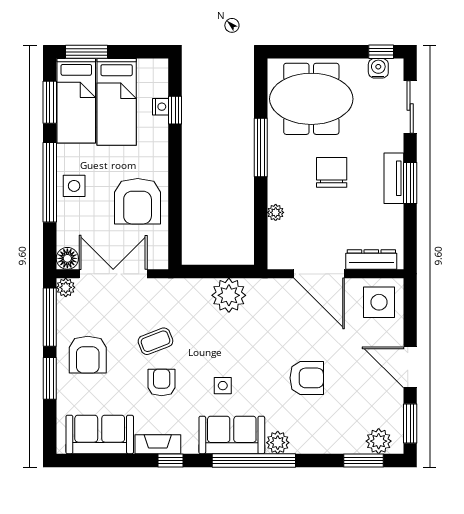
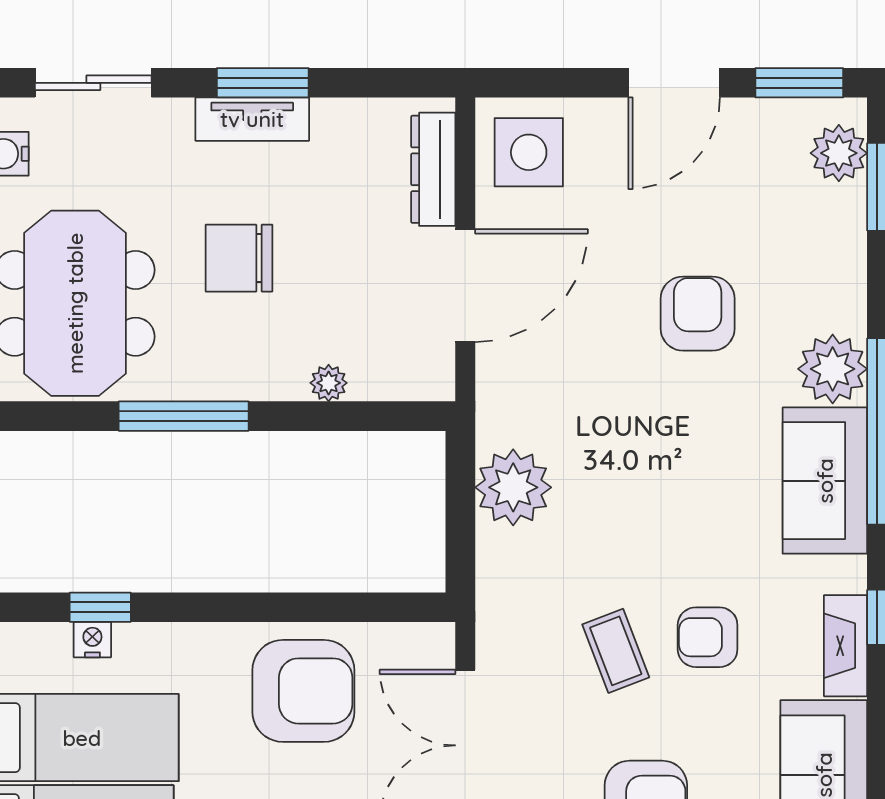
side table: (223, 386) -> (715, 501), removed
plant: (278, 443) -> (833, 369), width x1.36, depth x1.36

